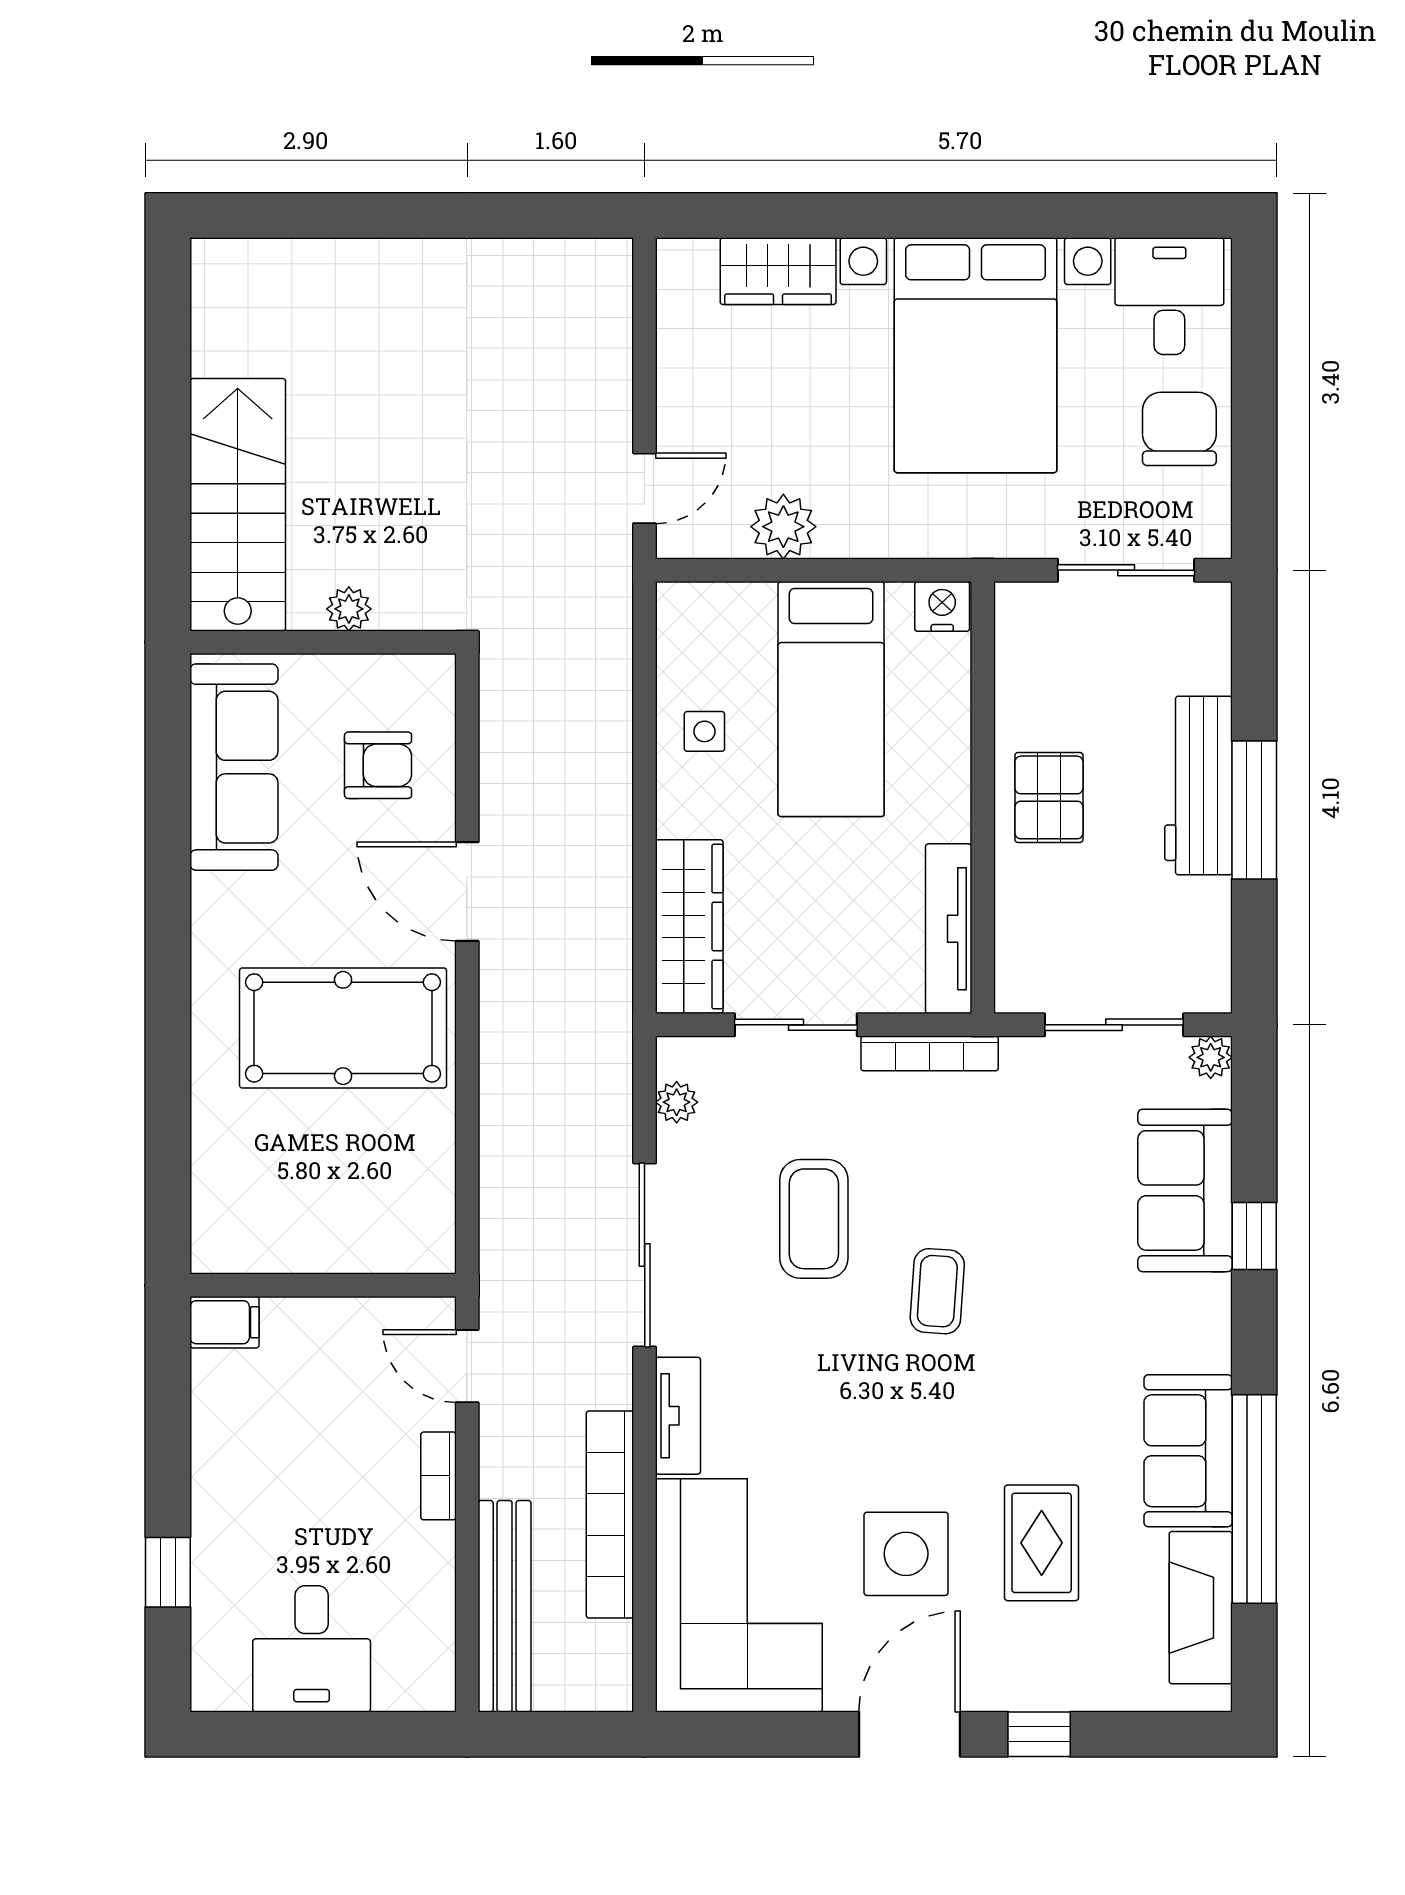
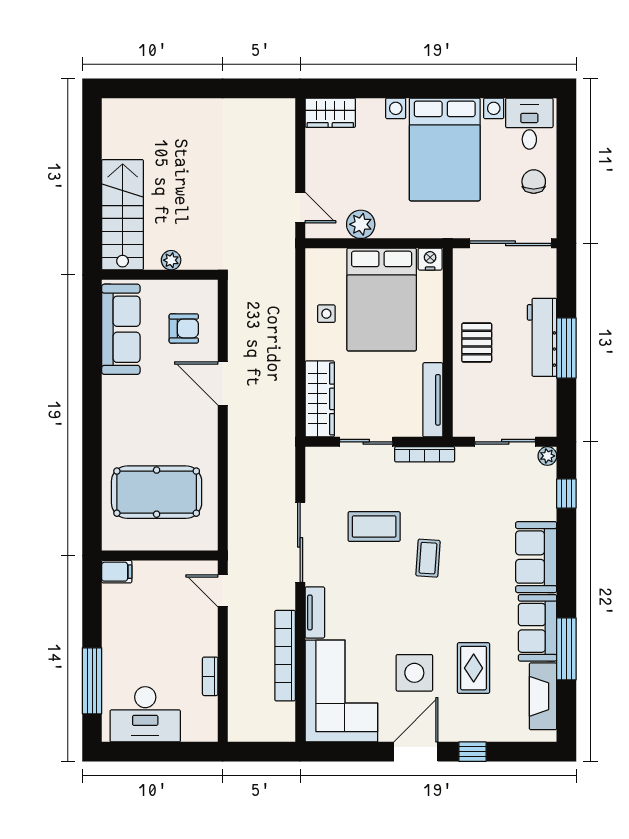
wardrobe: (778, 271) -> (330, 113), moved
chair: (1179, 429) -> (534, 182), width x0.73, depth x0.73
door: (645, 488) -> (300, 208), hinge flipped
sliding door: (1126, 570) -> (510, 243), width x1.37
bed: (831, 699) -> (382, 300), width x1.50
pool table: (343, 1028) -> (157, 492), moved
plant: (677, 1102) -> (314, 476), removed
sofa: (1185, 1190) -> (536, 557), moved
coffee table: (814, 1219) -> (374, 527), turned 90
window: (1254, 1236) -> (566, 494), moved
bookcase: (438, 1476) -> (210, 676), moved
window: (1254, 1499) -> (566, 649), width x0.68
window: (168, 1572) -> (92, 681), width x2.17
bench: (505, 1606) -> (239, 696), removed
desk: (312, 1649) -> (145, 714), width x1.37

